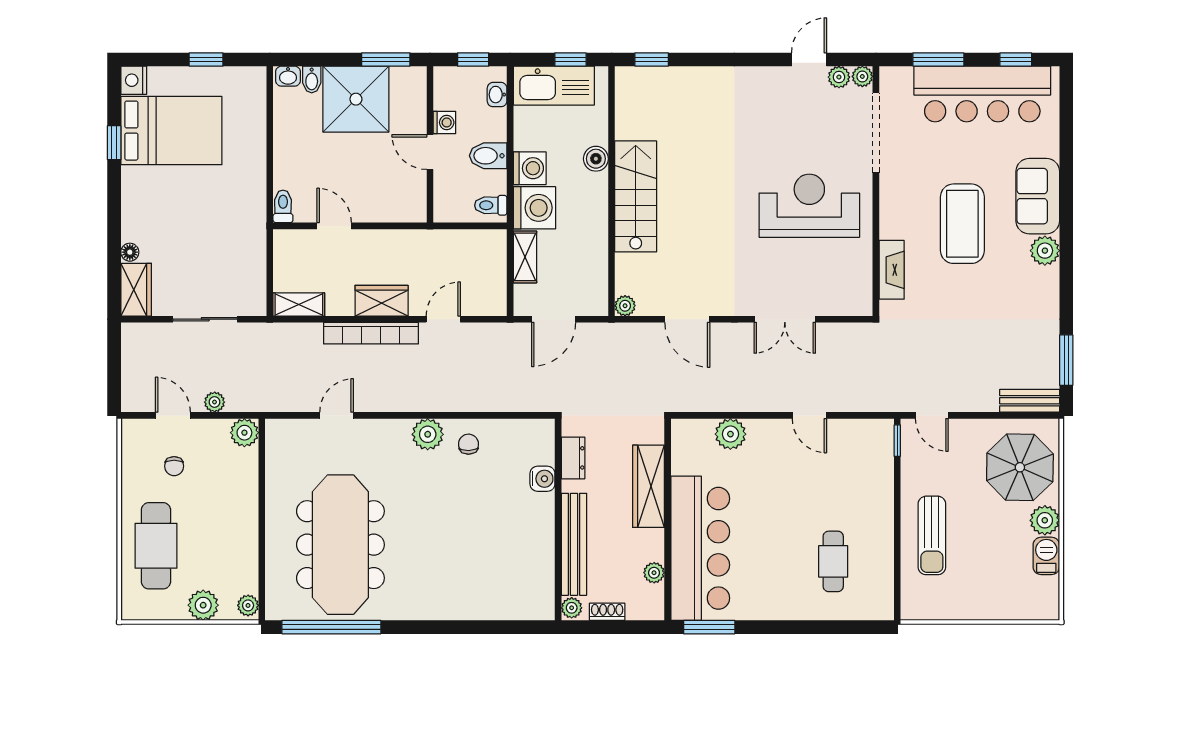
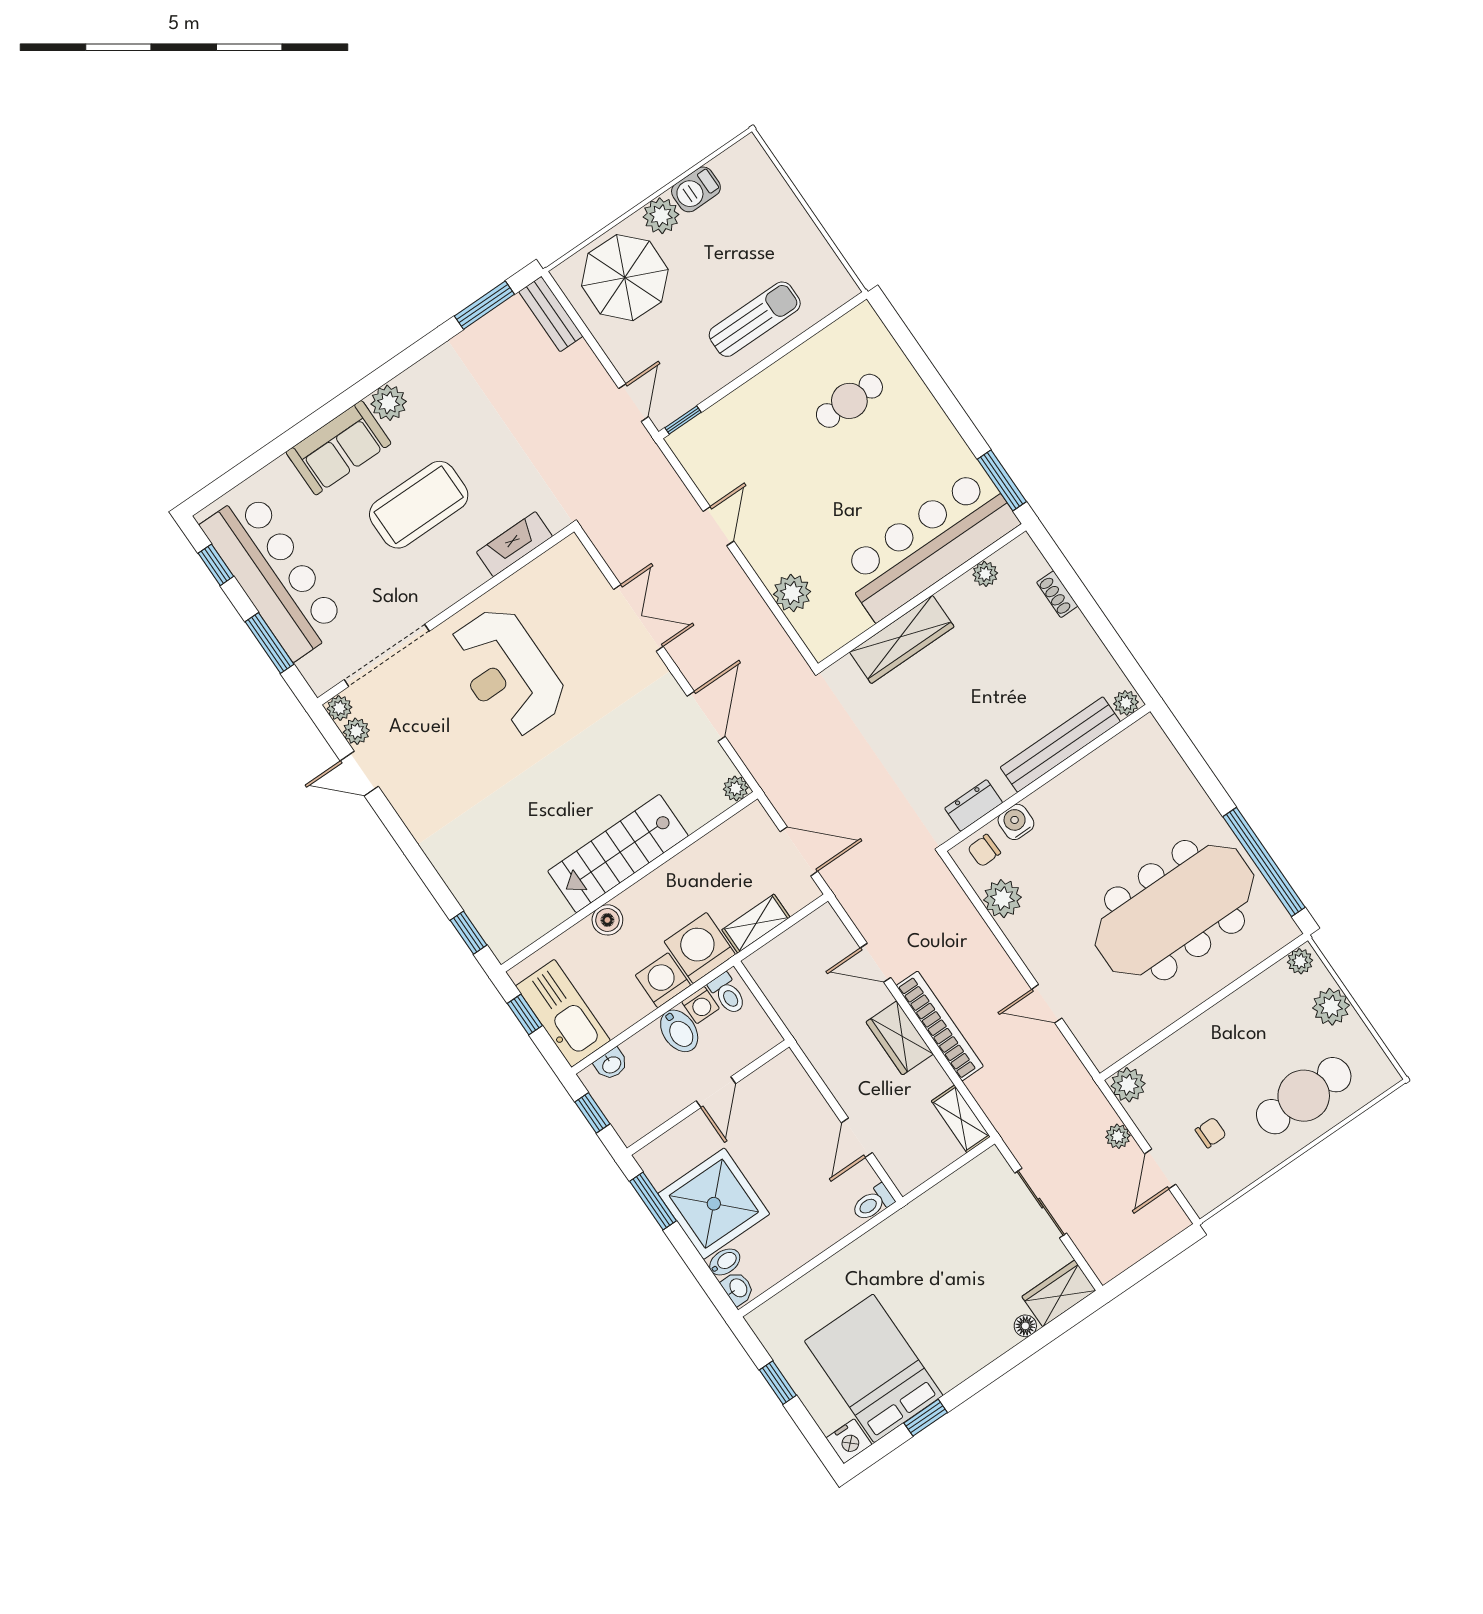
washing machine: (444, 122) -> (701, 1005), moved, turned 180
dresser: (573, 458) -> (974, 805), moved
water cooler: (542, 479) -> (1016, 822), moved
wall: (558, 519) -> (1046, 778), moved
bench: (574, 544) -> (1060, 744), moved
plant: (572, 608) -> (1126, 703), moved

